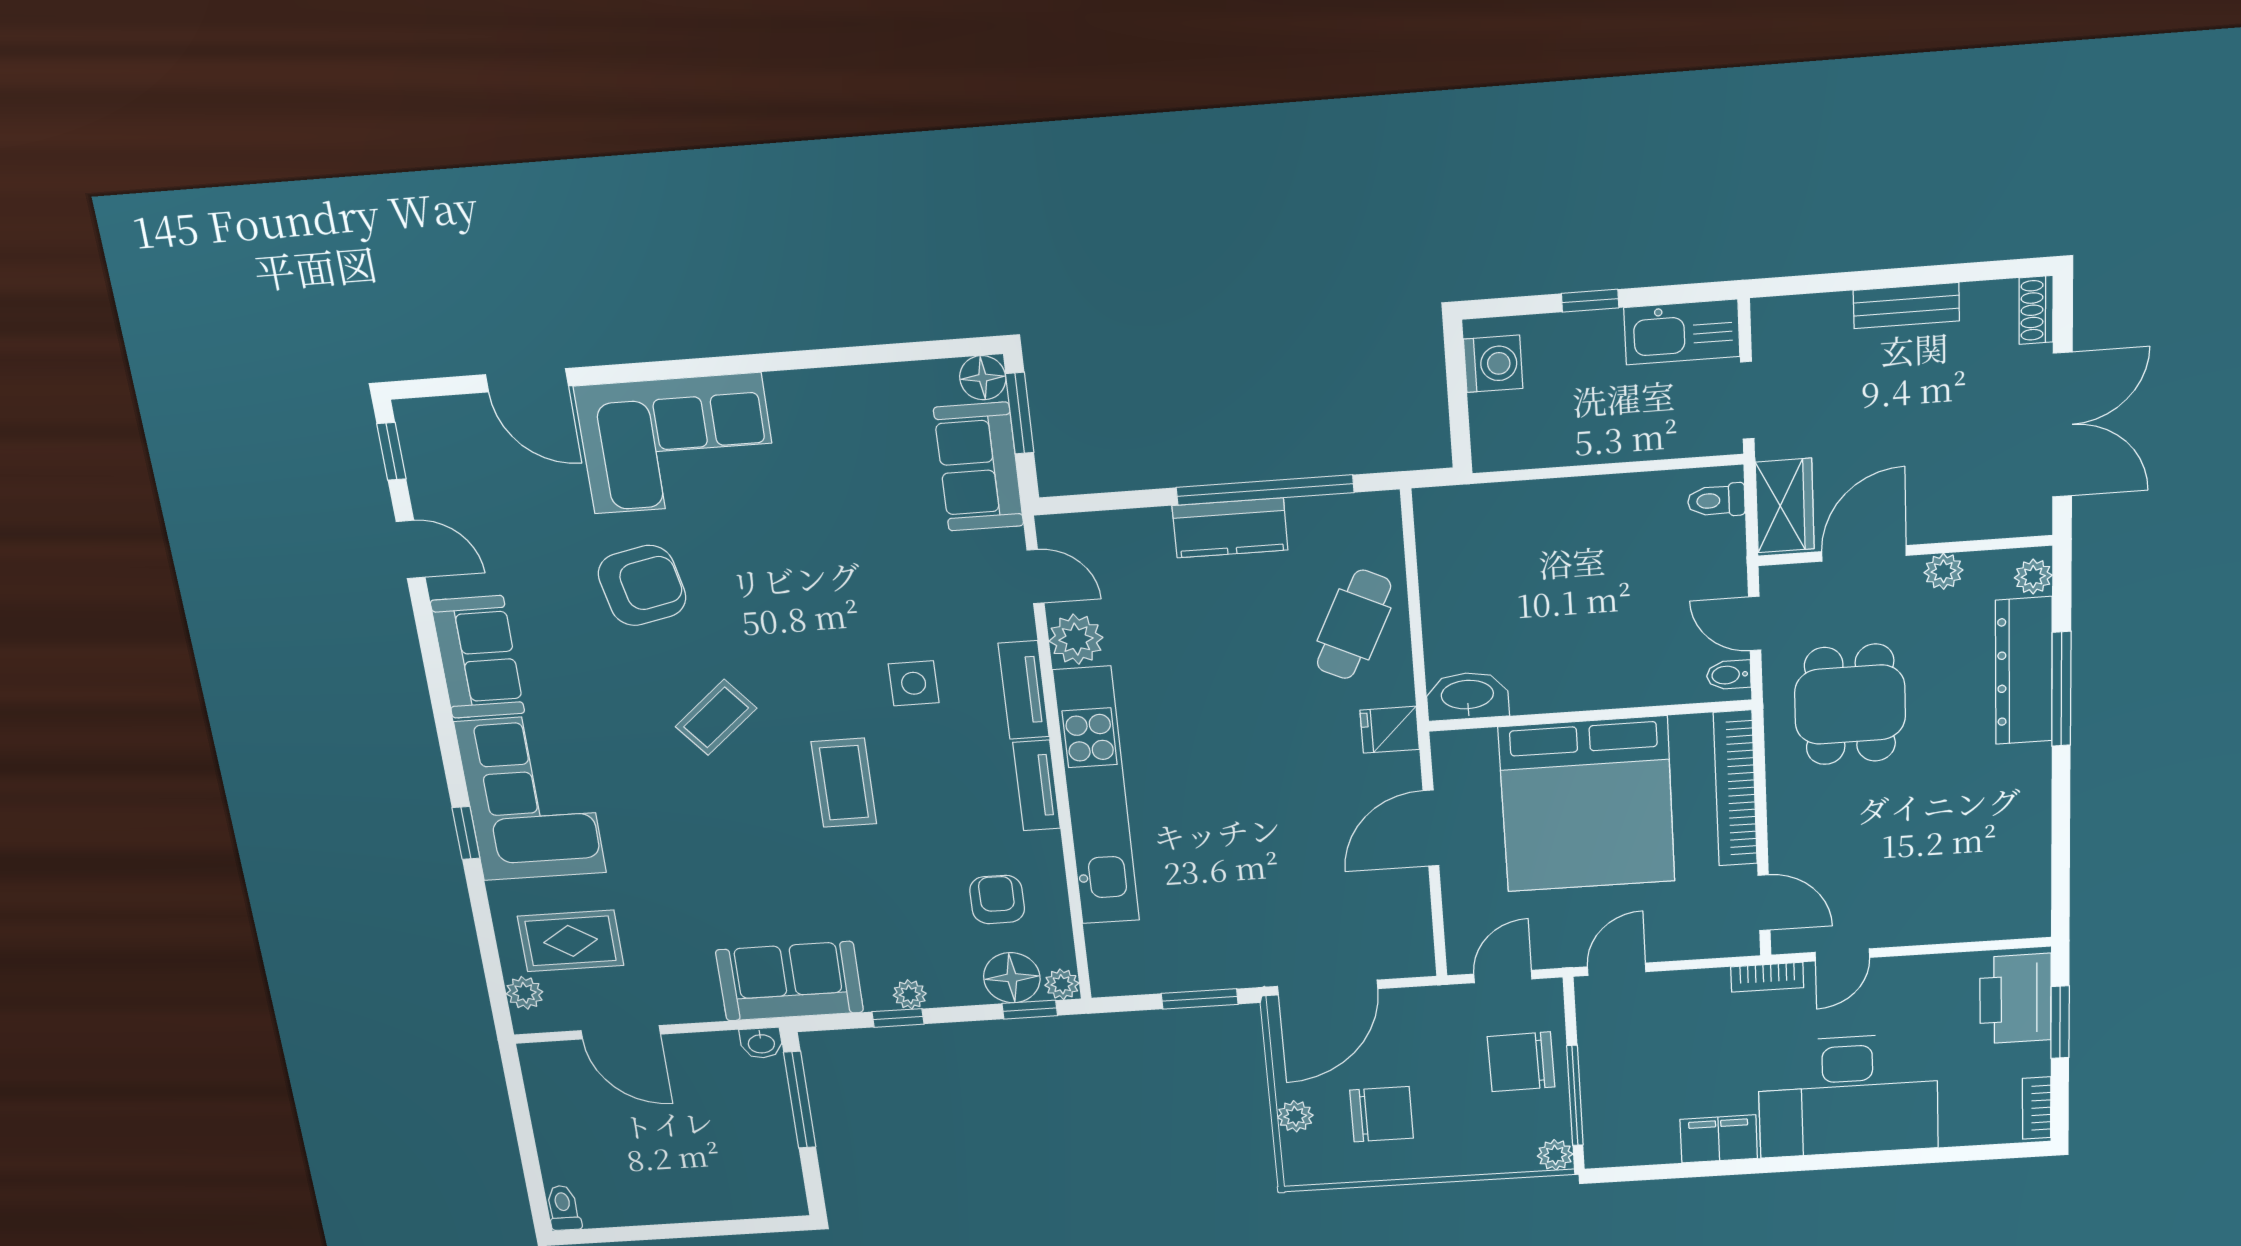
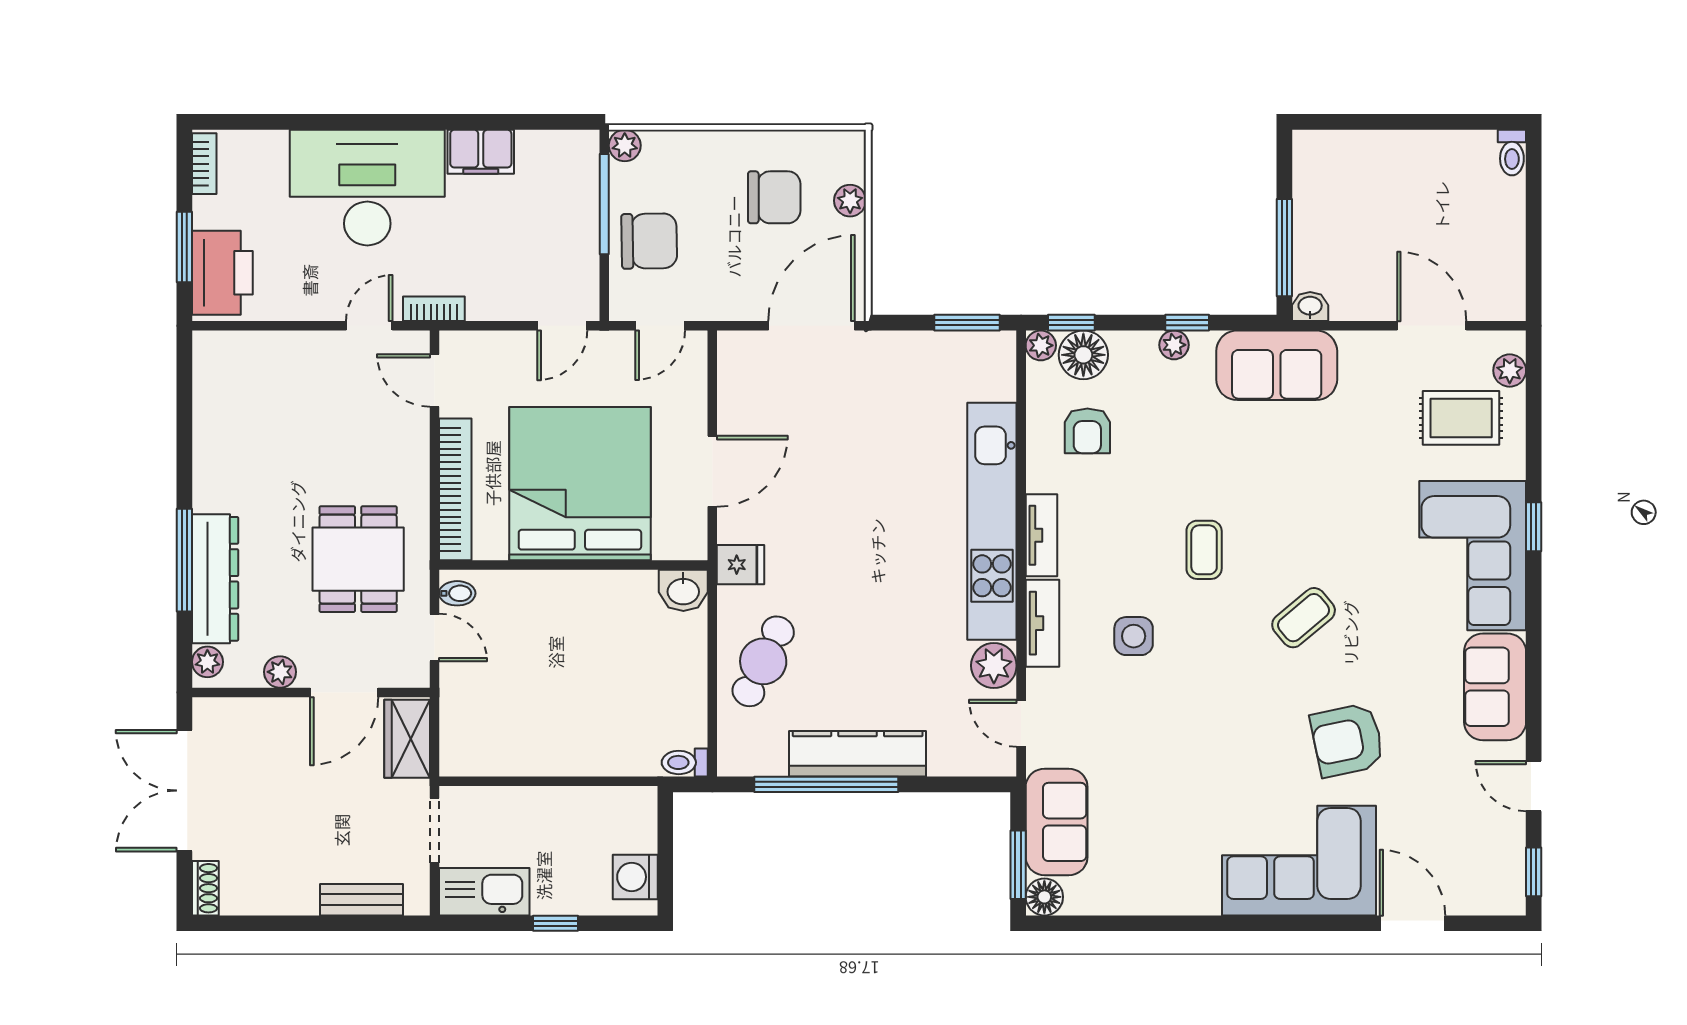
bench: (1906, 306) -> (361, 900), moved
toilet: (1716, 500) -> (685, 762), moved, turned 180
kitchen counter: (1230, 528) -> (858, 754), width x1.50
washbasin: (1467, 696) -> (683, 590), width x0.72
coffee table: (844, 783) -> (1204, 550), width x0.73, depth x0.77
window: (1200, 999) -> (967, 323), moved
chair: (1382, 1114) -> (774, 197), turned 180

